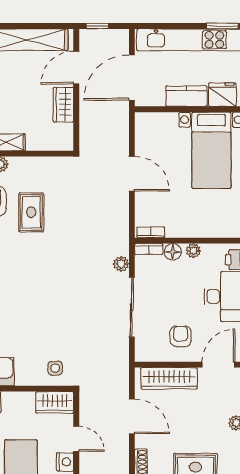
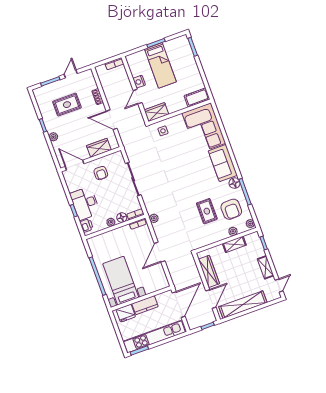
wardrobe: (63, 105) -> (209, 271), width x1.50
door: (132, 174) -> (160, 252), hinge flipped
plant: (121, 264) -> (154, 218), moved
door: (218, 365) -> (75, 165), swing flipped
wardrobe: (169, 378) -> (99, 148), width x0.67
door: (76, 439) -> (138, 97), hinge flipped

